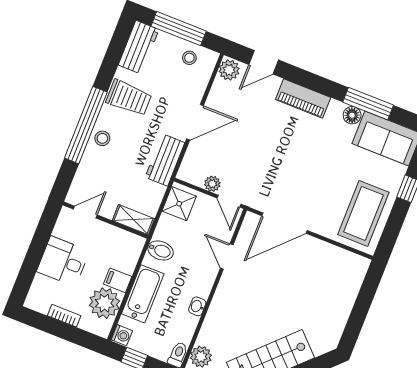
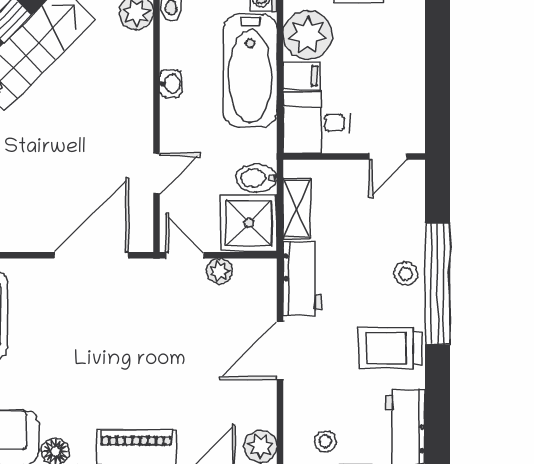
shower: (179, 204) -> (249, 223), width x1.36, depth x1.36
shelving: (134, 220) -> (297, 209), moved, turned 90
bidet: (160, 250) -> (256, 178), moved
door: (227, 257) -> (157, 173), hinge flipped
desk: (63, 261) -> (316, 123), moved, turned 180
bathtub: (143, 294) -> (250, 71), width x1.36, depth x1.36

